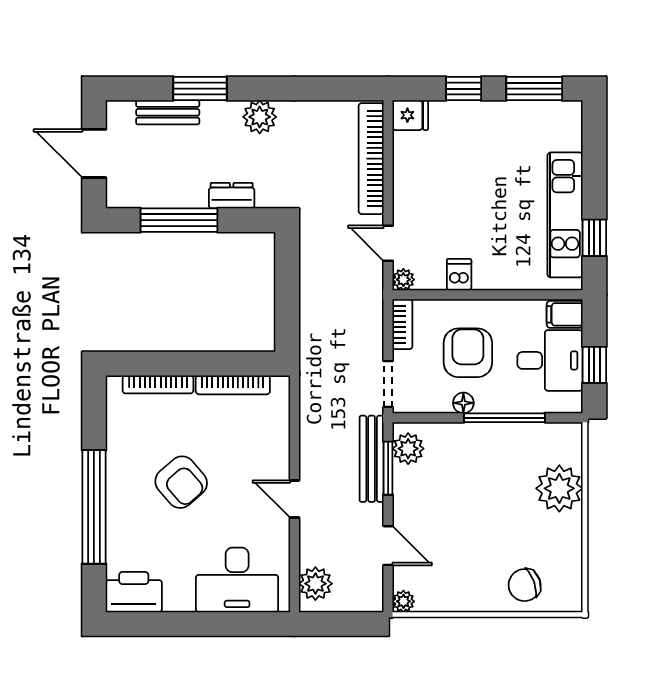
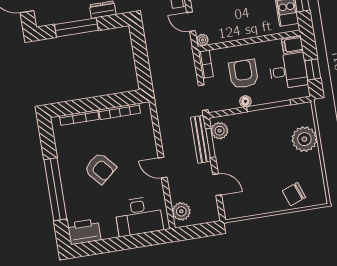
dishwasher: (459, 275) -> (232, 33), removed
plant: (403, 601) -> (230, 213), removed

